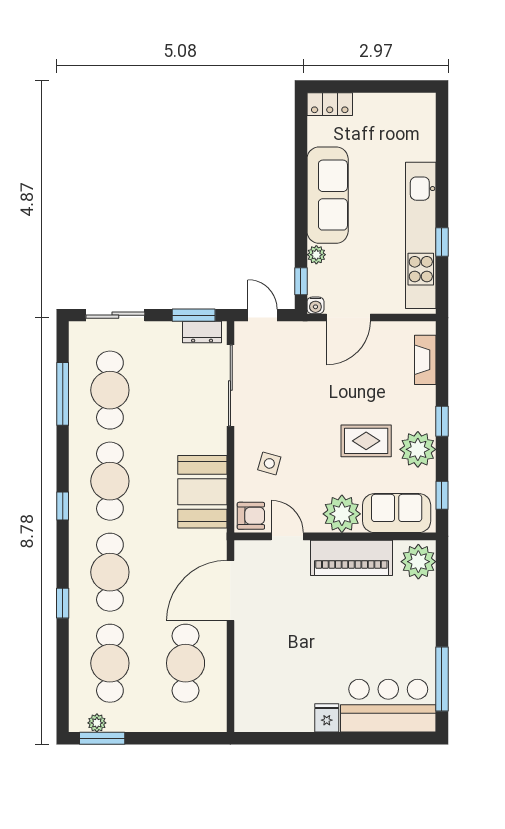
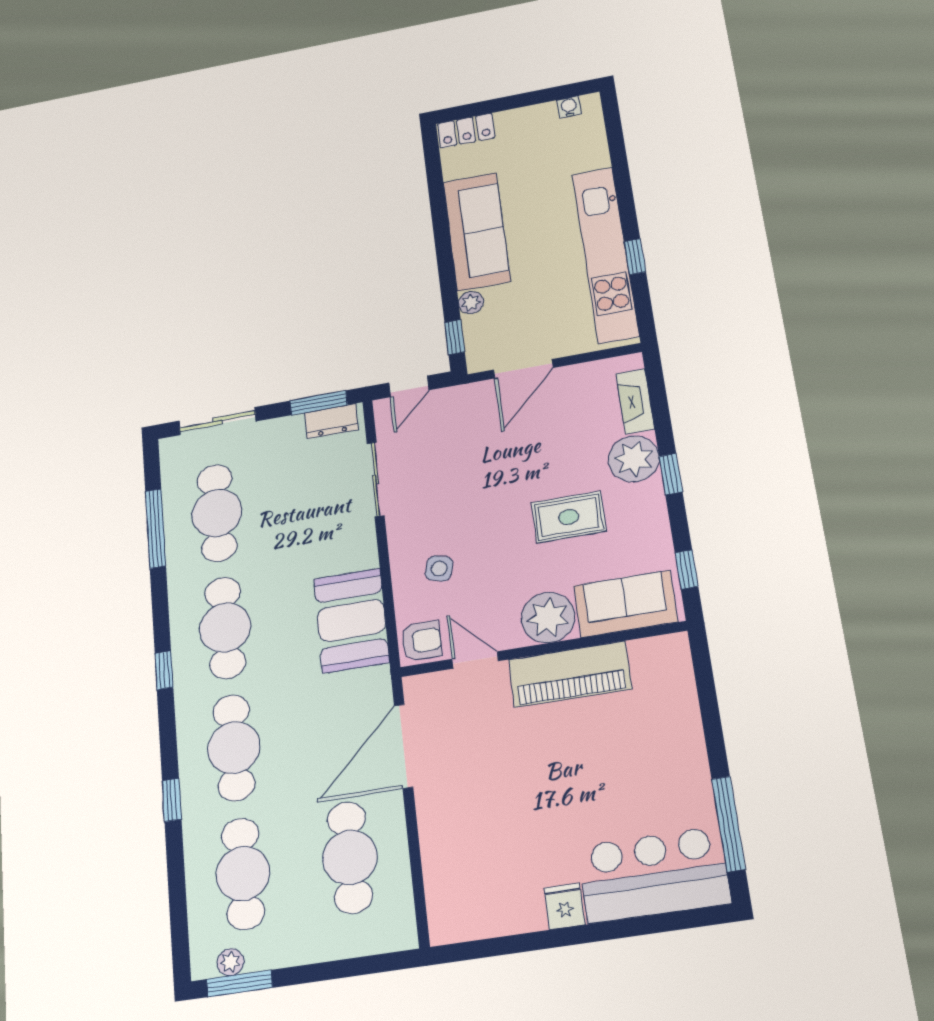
water cooler: (315, 305) -> (569, 107), moved, turned 180
door: (263, 315) -> (409, 386), swing flipped
sliding door: (230, 385) -> (376, 479), width x0.73
plant: (418, 449) -> (634, 459), moved
plant: (418, 562) -> (667, 664), removed

